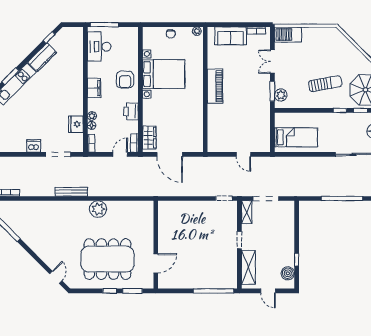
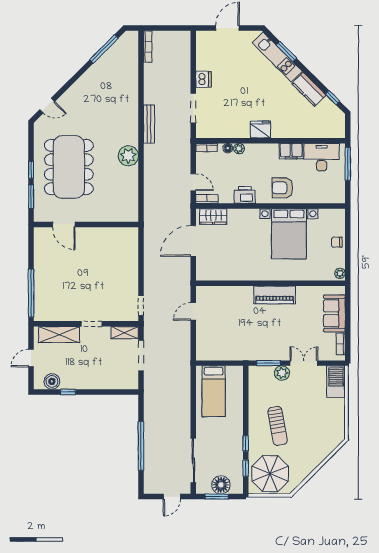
filing cabinet: (94, 88) -> (291, 151), moved
plant: (281, 95) -> (282, 373), moved
fridge: (76, 124) -> (260, 129), moved
door: (243, 154) -> (193, 311), moved

